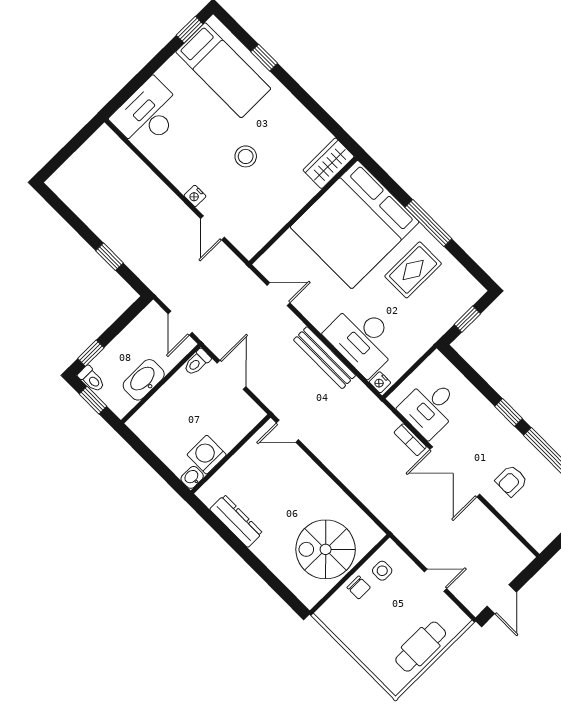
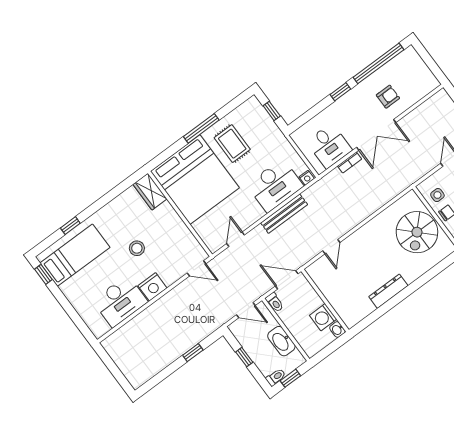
desk: (148, 114) -> (120, 301), moved, turned -90
nightstand: (195, 196) -> (152, 287), width x1.89, depth x1.79
door: (213, 228) -> (196, 268), moved
window: (91, 353) -> (244, 357), moved
wall: (231, 454) -> (325, 300), moved
washing machine: (207, 455) -> (323, 317), moved
washbasin: (192, 477) -> (337, 330), moved
armchair: (511, 481) -> (388, 97), turned -90

